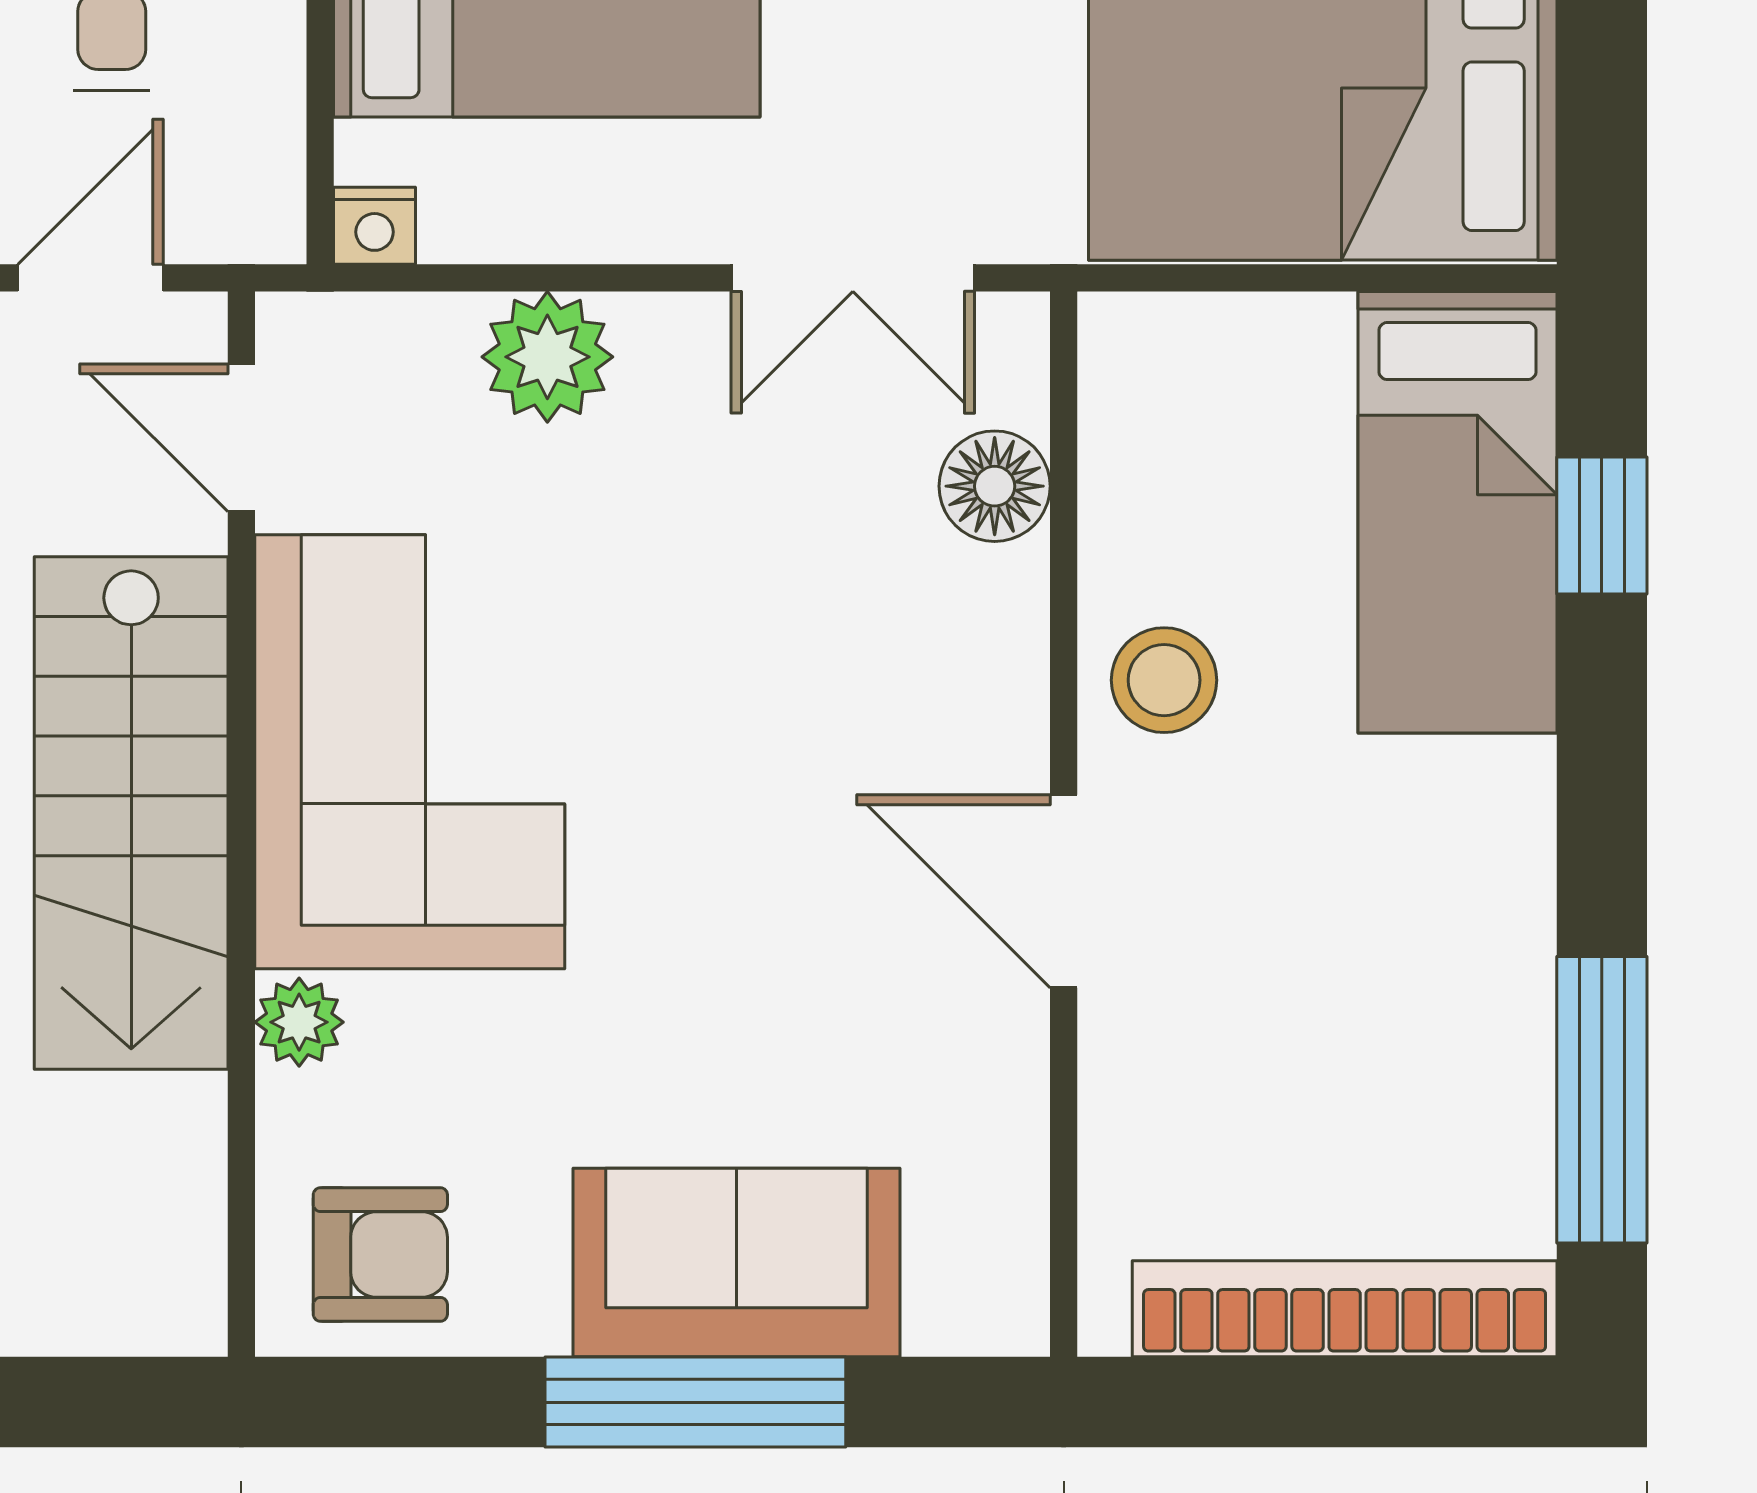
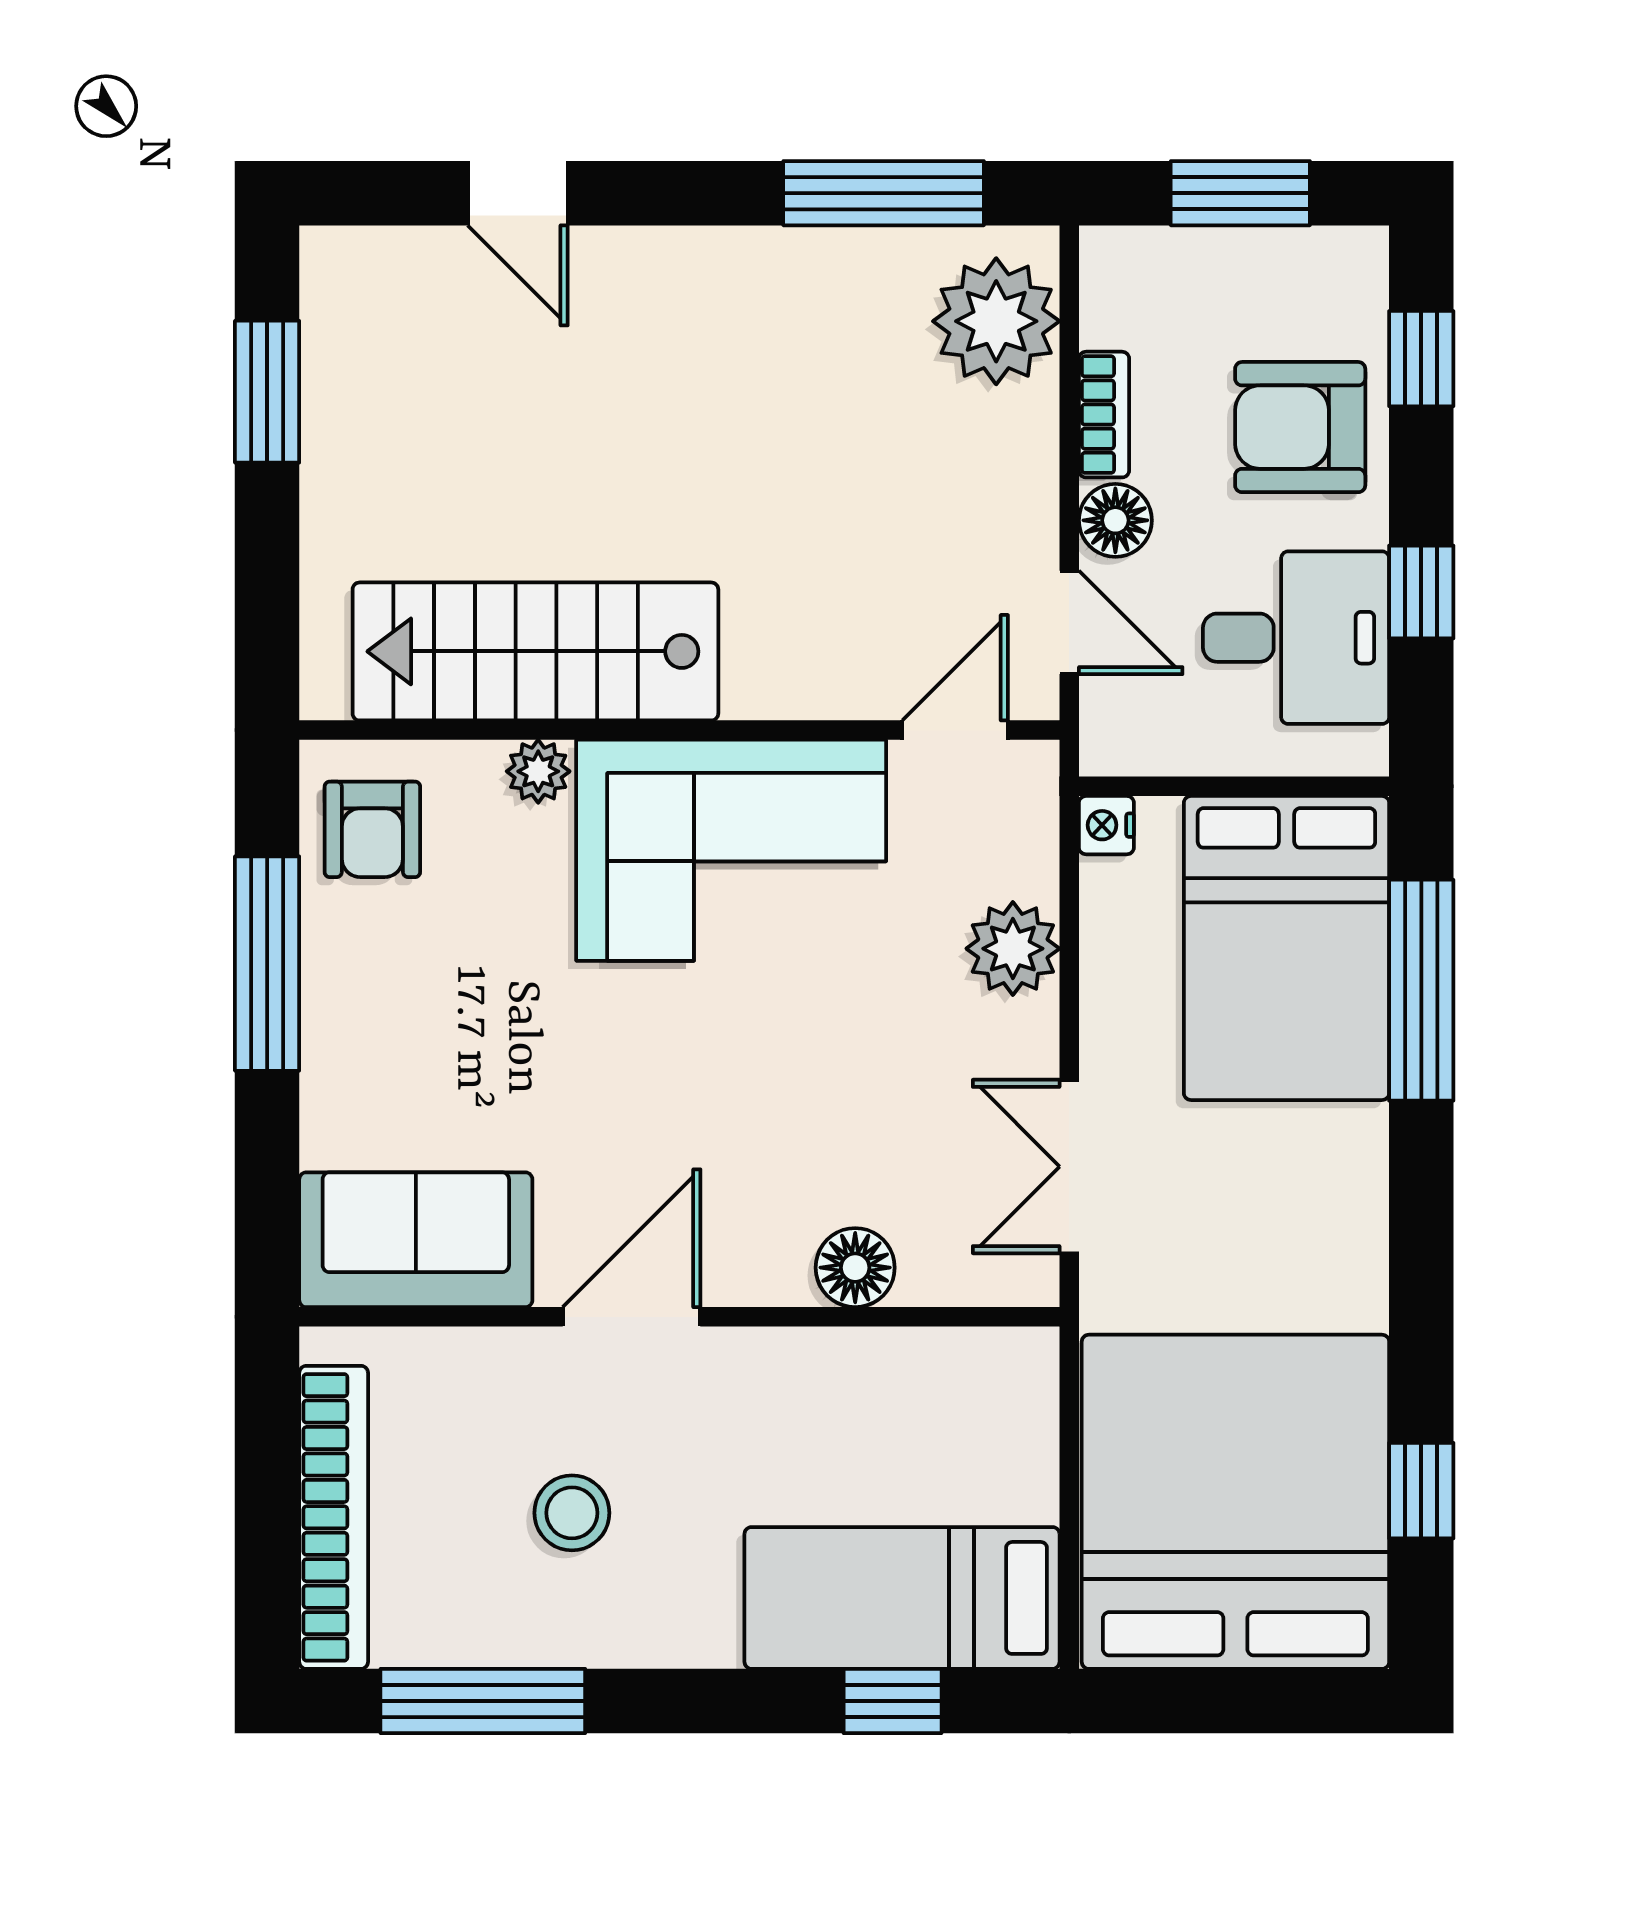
floor lamp: (995, 486) -> (855, 1268), moved
stool: (1164, 680) -> (572, 1513), moved
stairs: (131, 813) -> (535, 651), moved
sofa: (737, 1263) -> (416, 1240), moved, turned -90
window: (695, 1402) -> (267, 964), moved

